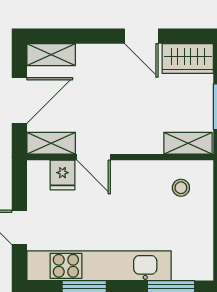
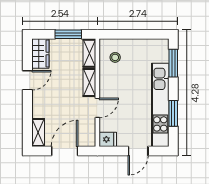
door: (19, 100) -> (65, 151), hinge flipped
shelving: (51, 143) -> (89, 82), moved
fridge: (62, 175) -> (108, 139), moved

